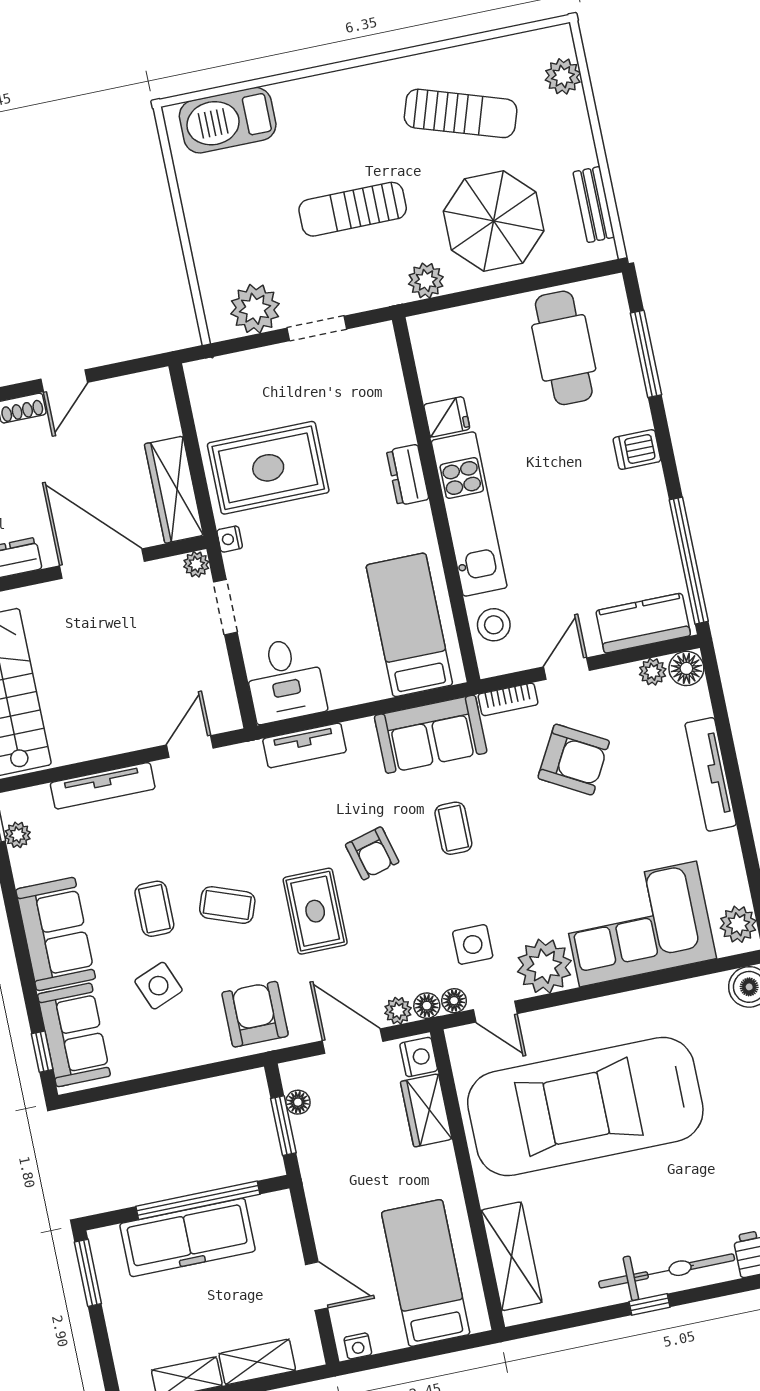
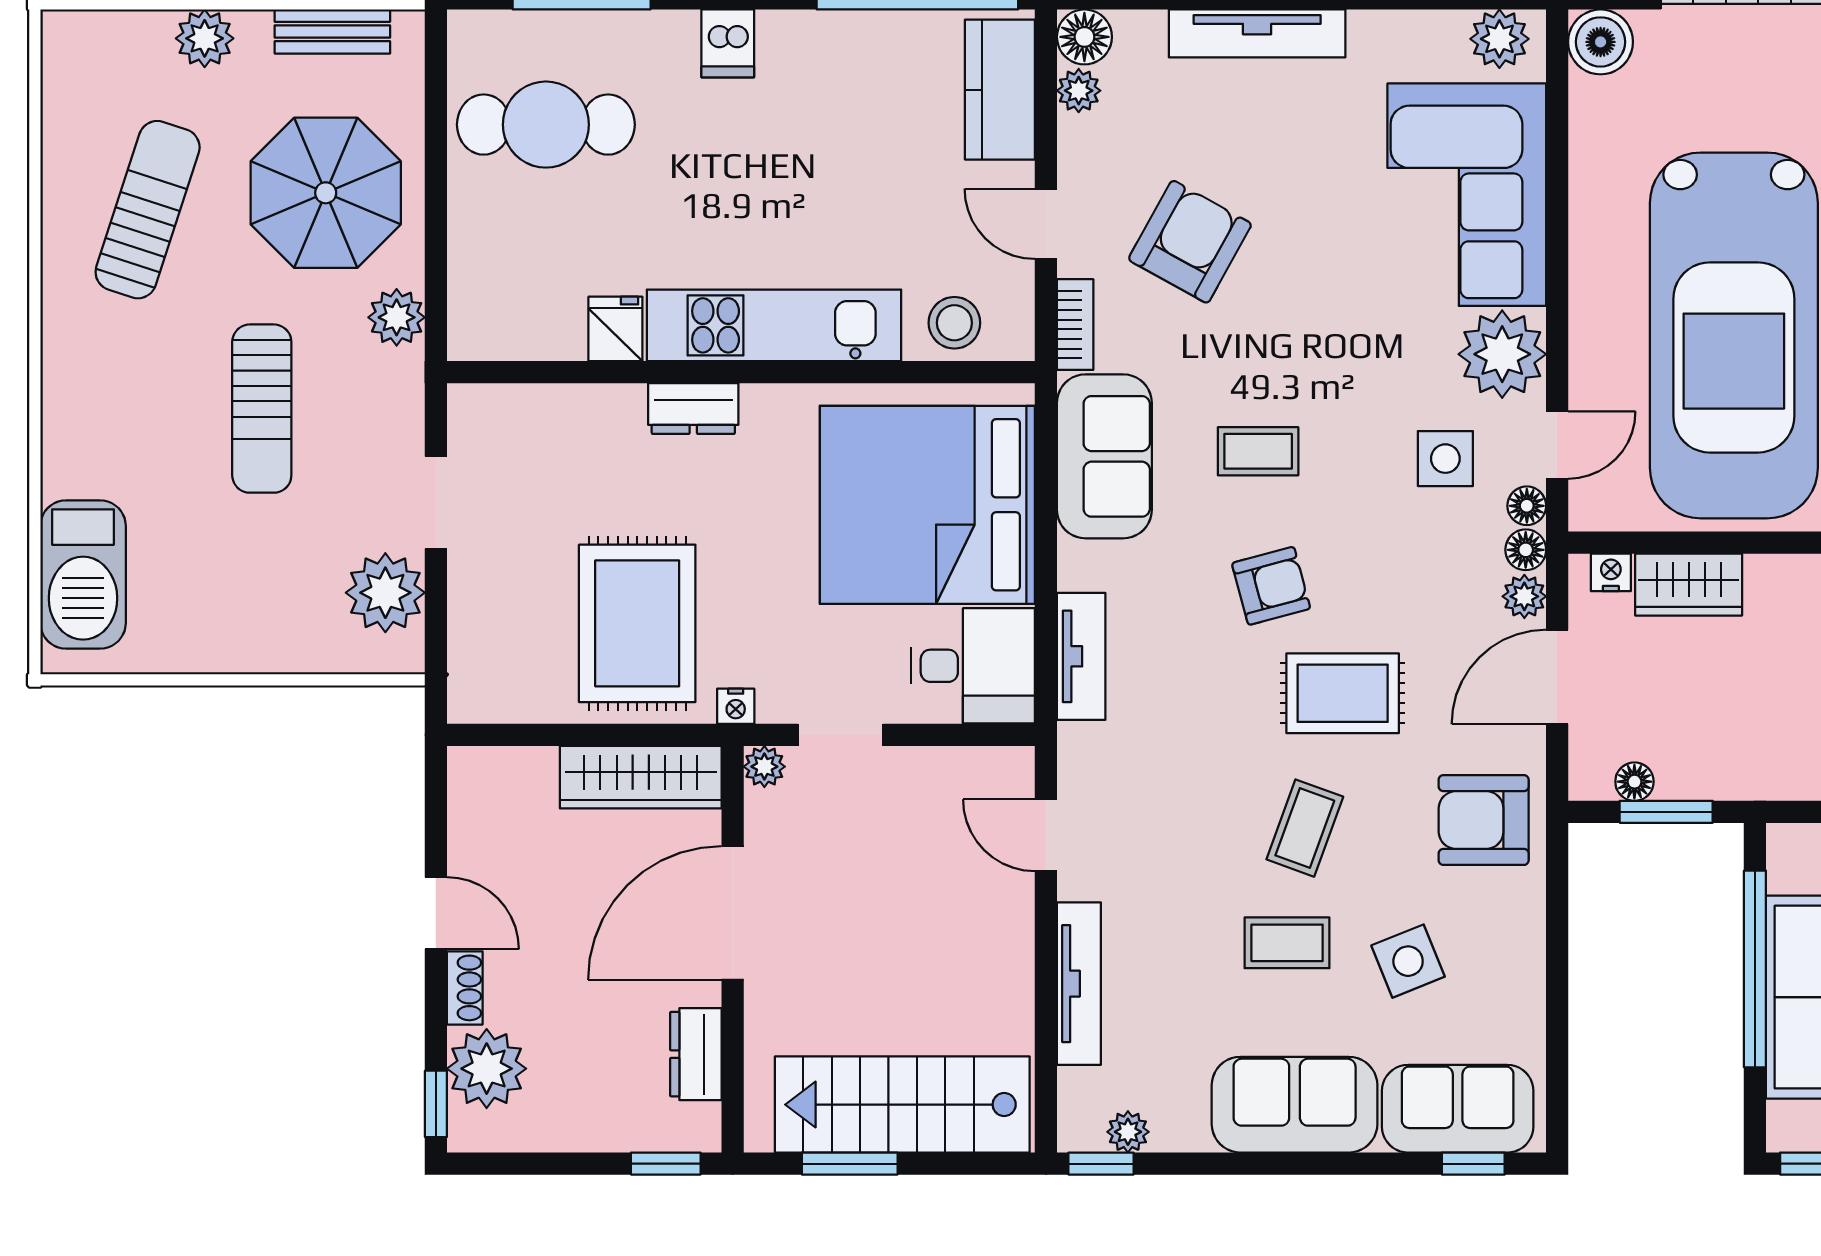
plant: (563, 76) -> (205, 38), moved
bed: (409, 625) -> (927, 505), width x2.04
nightstand: (419, 1057) -> (1611, 572), width x0.72, depth x0.74

